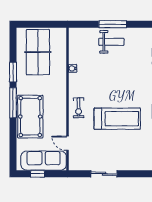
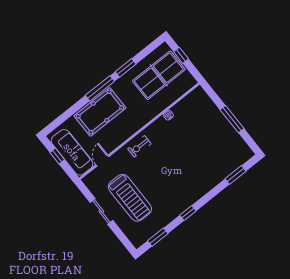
window: (36, 24) -> (181, 55), added
weight bench: (111, 42) -> (216, 130), removed
treadmill: (117, 119) -> (130, 198), moved

